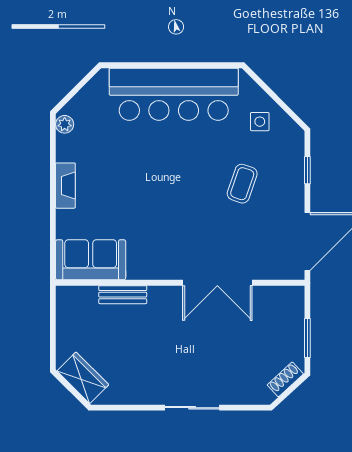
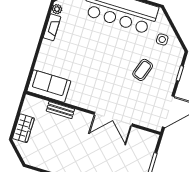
fireplace: (65, 186) -> (52, 27), moved
wardrobe: (83, 378) -> (23, 128), moved, turned 45

